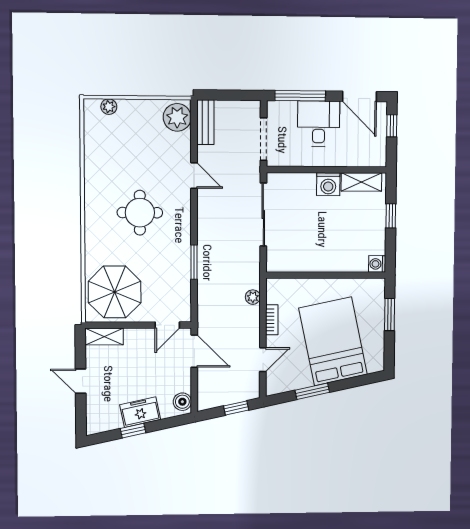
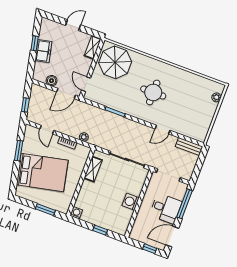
plant: (177, 117) -> (197, 132), removed
shelving: (361, 182) -> (93, 169), moved
boiler: (182, 402) -> (52, 81), moved

